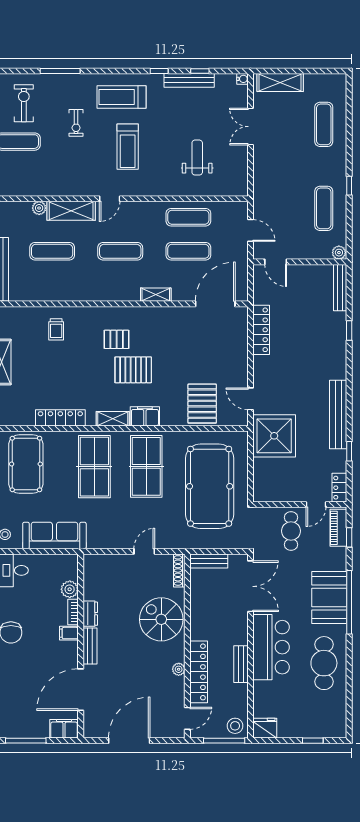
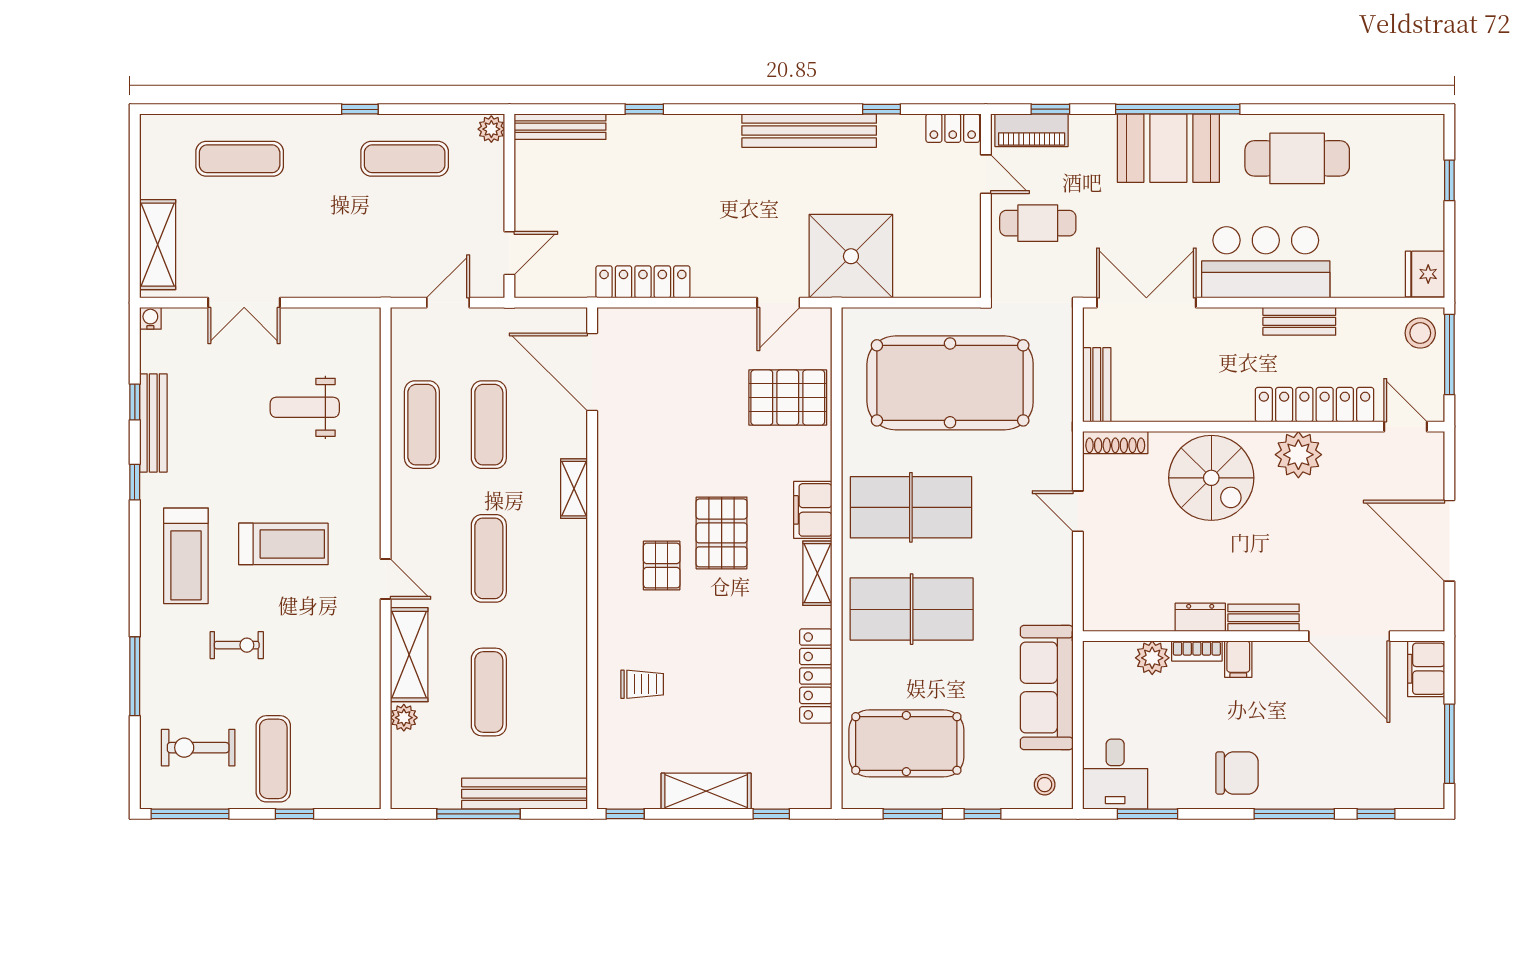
spiral stairs: (161, 619) -> (1211, 478), turned -90
plant: (179, 669) -> (1298, 455), width x1.88, depth x1.88

